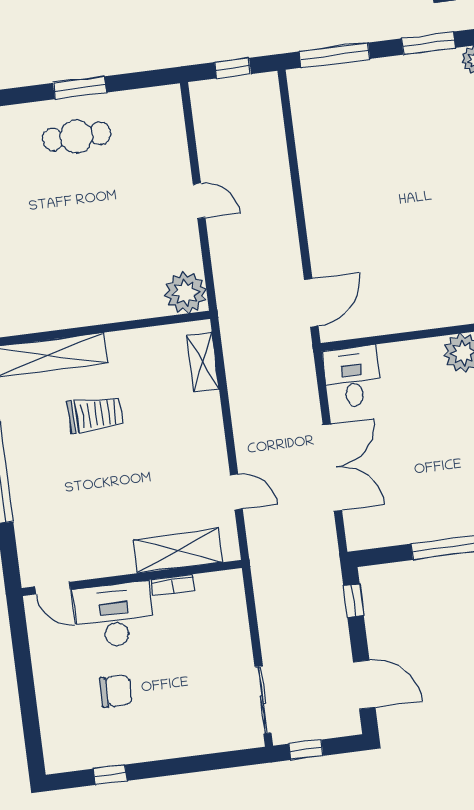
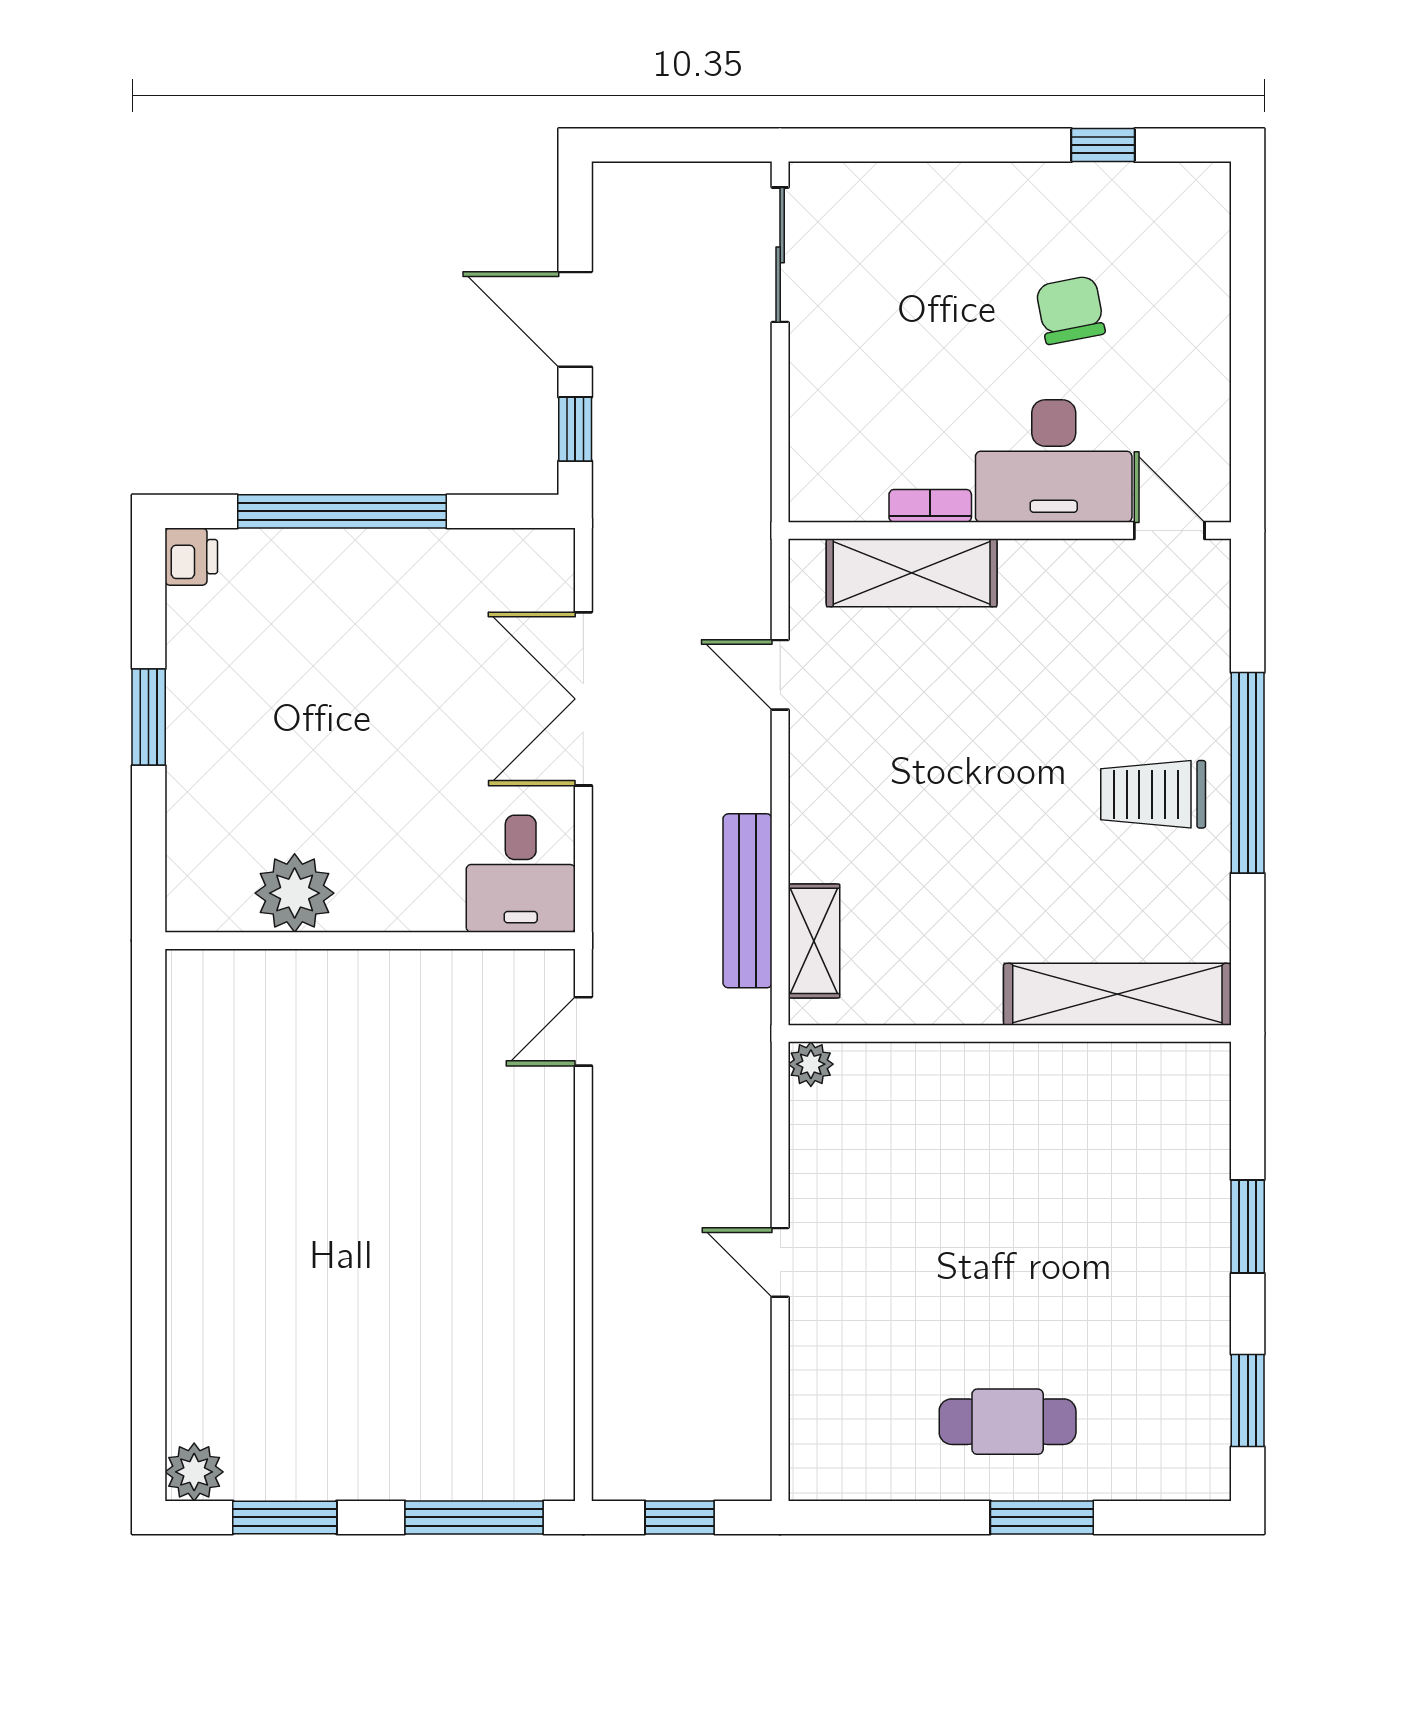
window: (80, 88) -> (1042, 1517), moved
plant: (186, 293) -> (811, 1064), width x0.53, depth x0.53
door: (311, 303) -> (583, 1031), width x0.73
bench: (238, 378) -> (748, 901), added
trolley: (95, 414) -> (1153, 794), moved
door: (364, 685) -> (575, 319), moved
chair: (116, 691) -> (1070, 310), turned 79
window: (306, 750) -> (707, 145), removed

